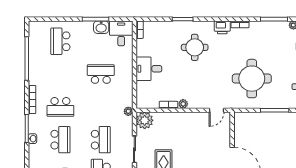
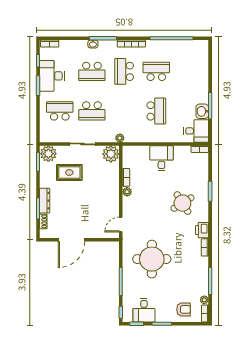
school desk: (60, 41) -> (156, 71), moved
round table: (195, 47) -> (182, 203), turned -32
door: (217, 110) -> (121, 225), hinge flipped

